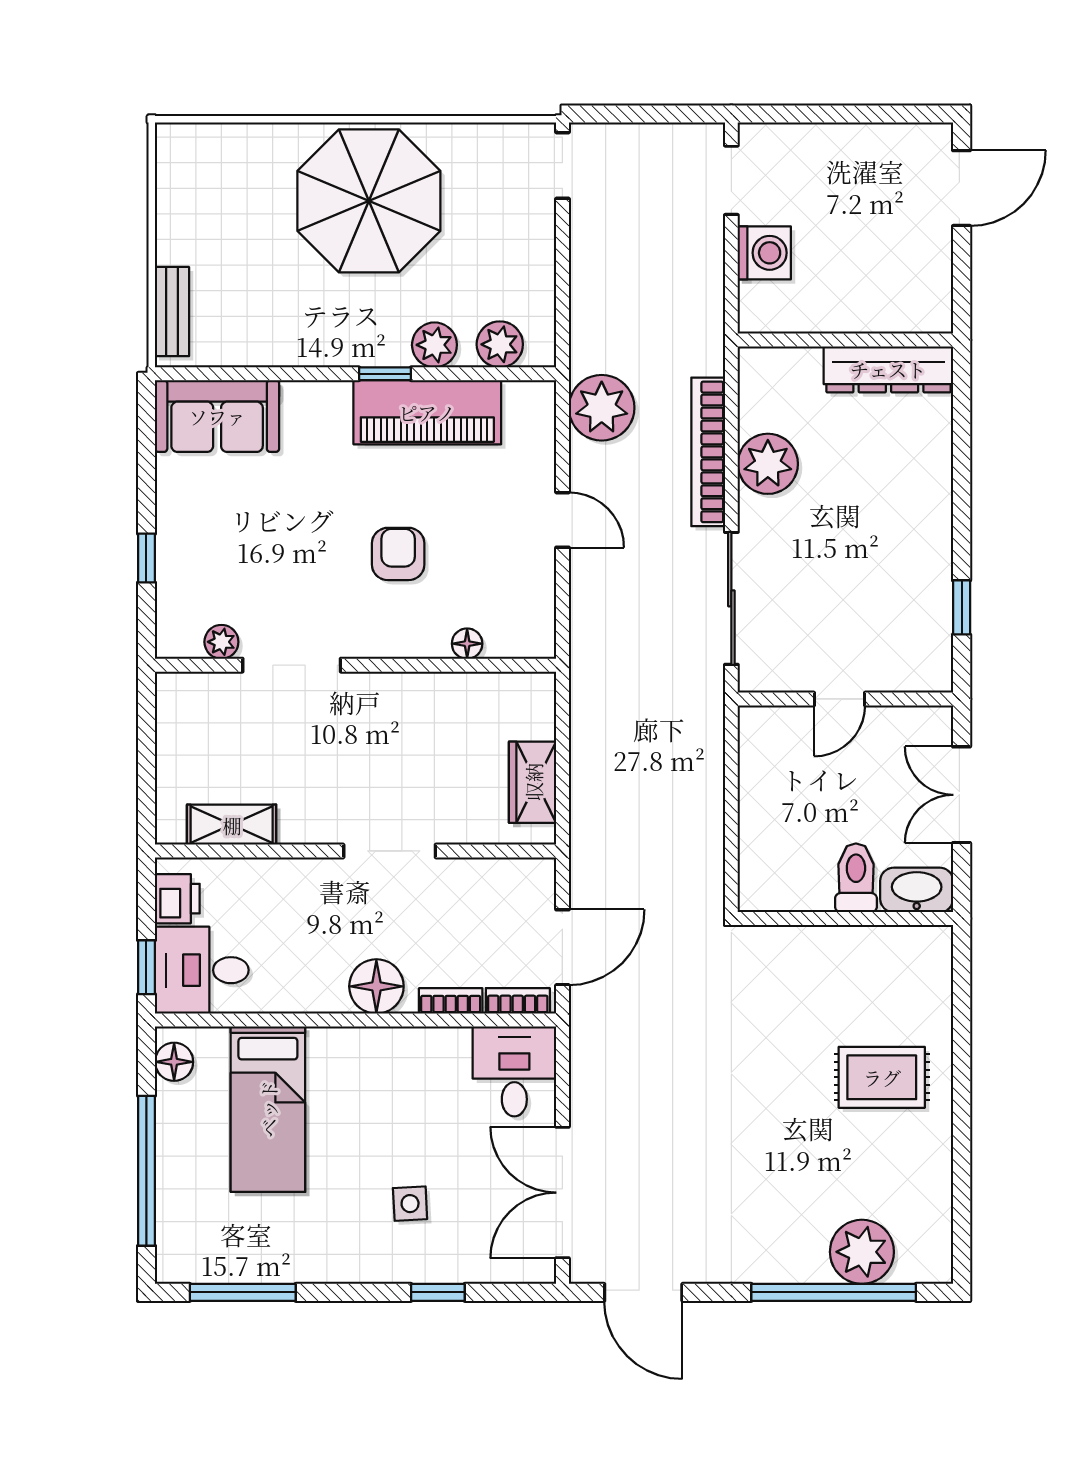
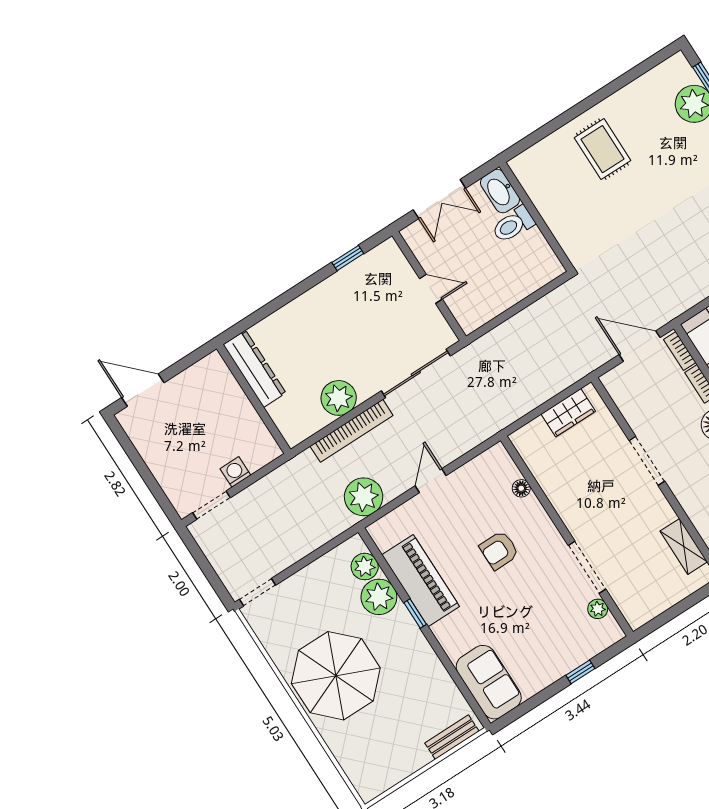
washing machine: (764, 253) -> (235, 472), width x0.73, depth x0.73
plant: (434, 345) -> (379, 597), width x1.36, depth x1.36

